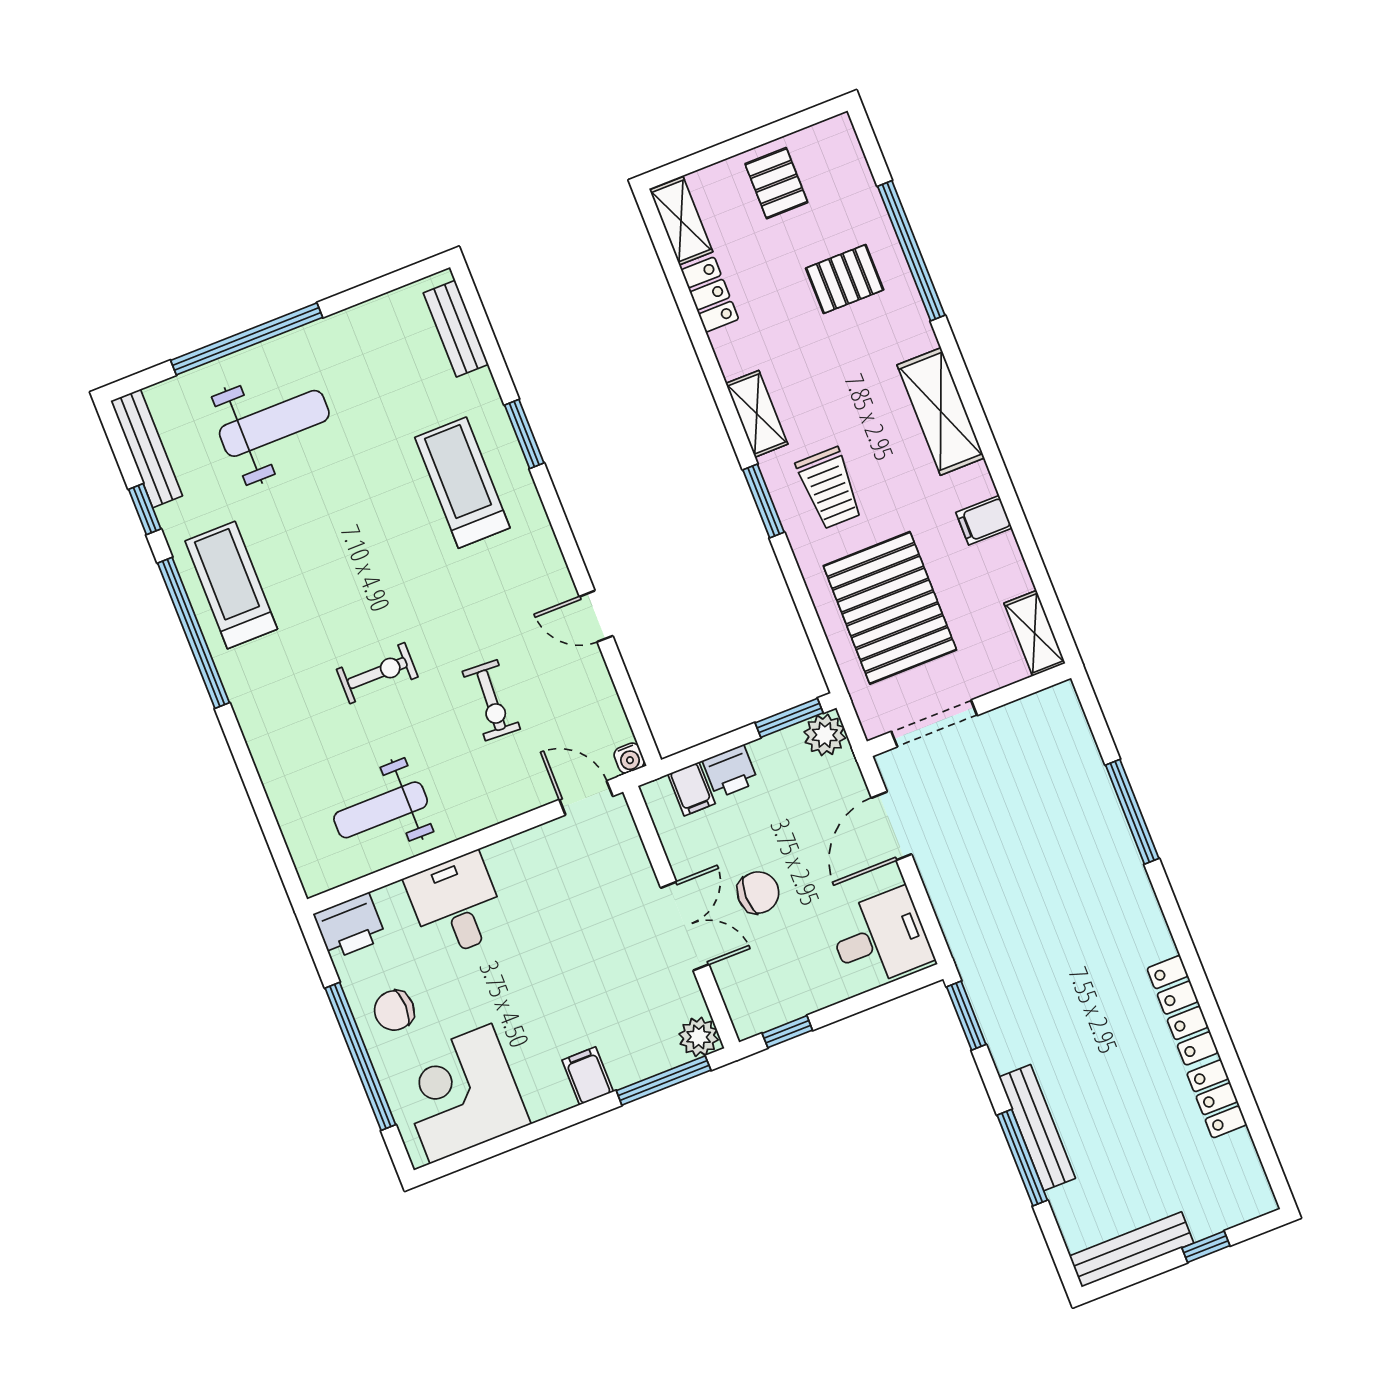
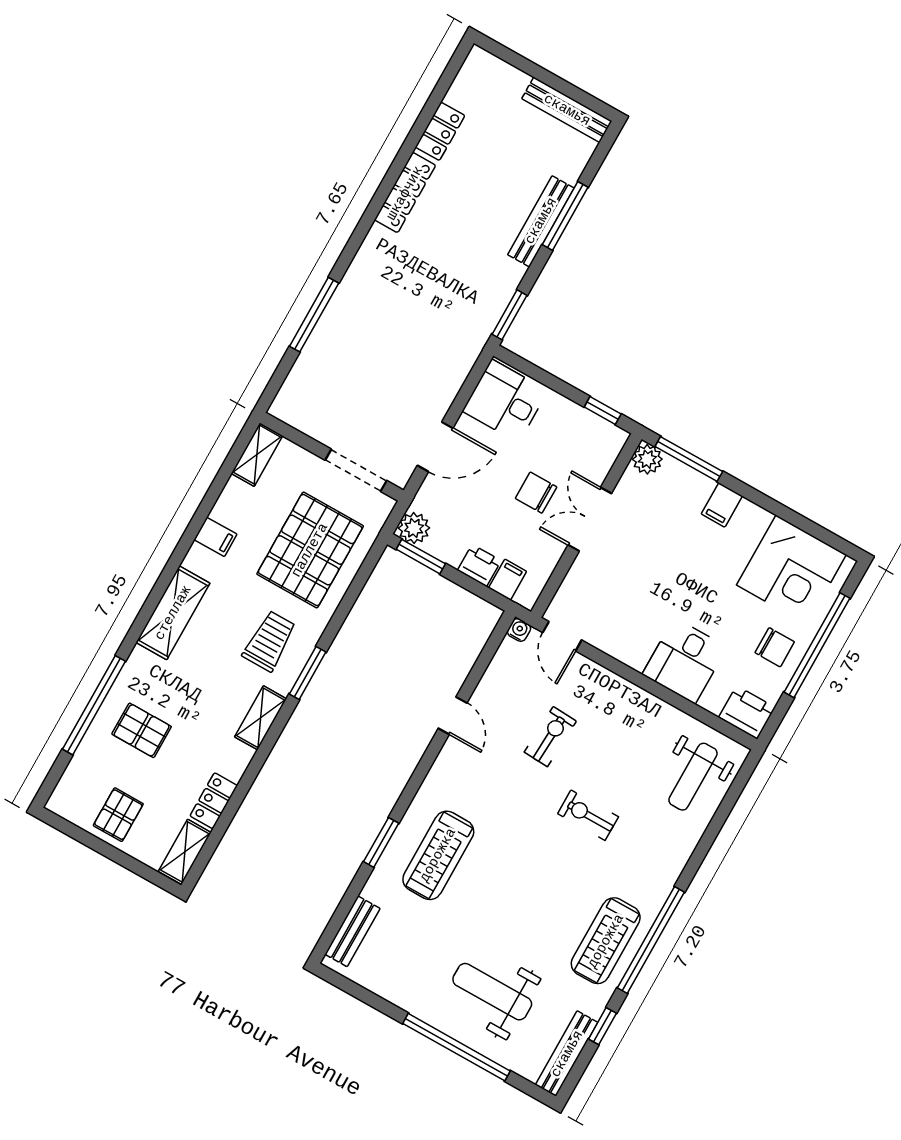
weight bench: (381, 810) -> (693, 777), moved, turned 90
window: (1206, 1247) -> (530, 68), removed

